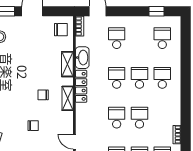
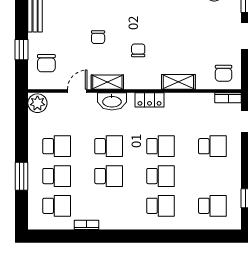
washbasin: (82, 58) -> (112, 101), moved
locker: (81, 86) -> (149, 100), width x0.66
shelving: (68, 98) -> (107, 82), moved

